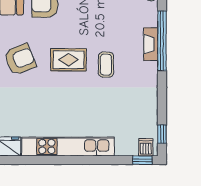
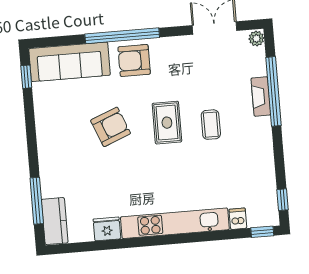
rug: (69, 60) -> (167, 123), turned 90
dishwasher: (146, 147) -> (238, 219), moved

